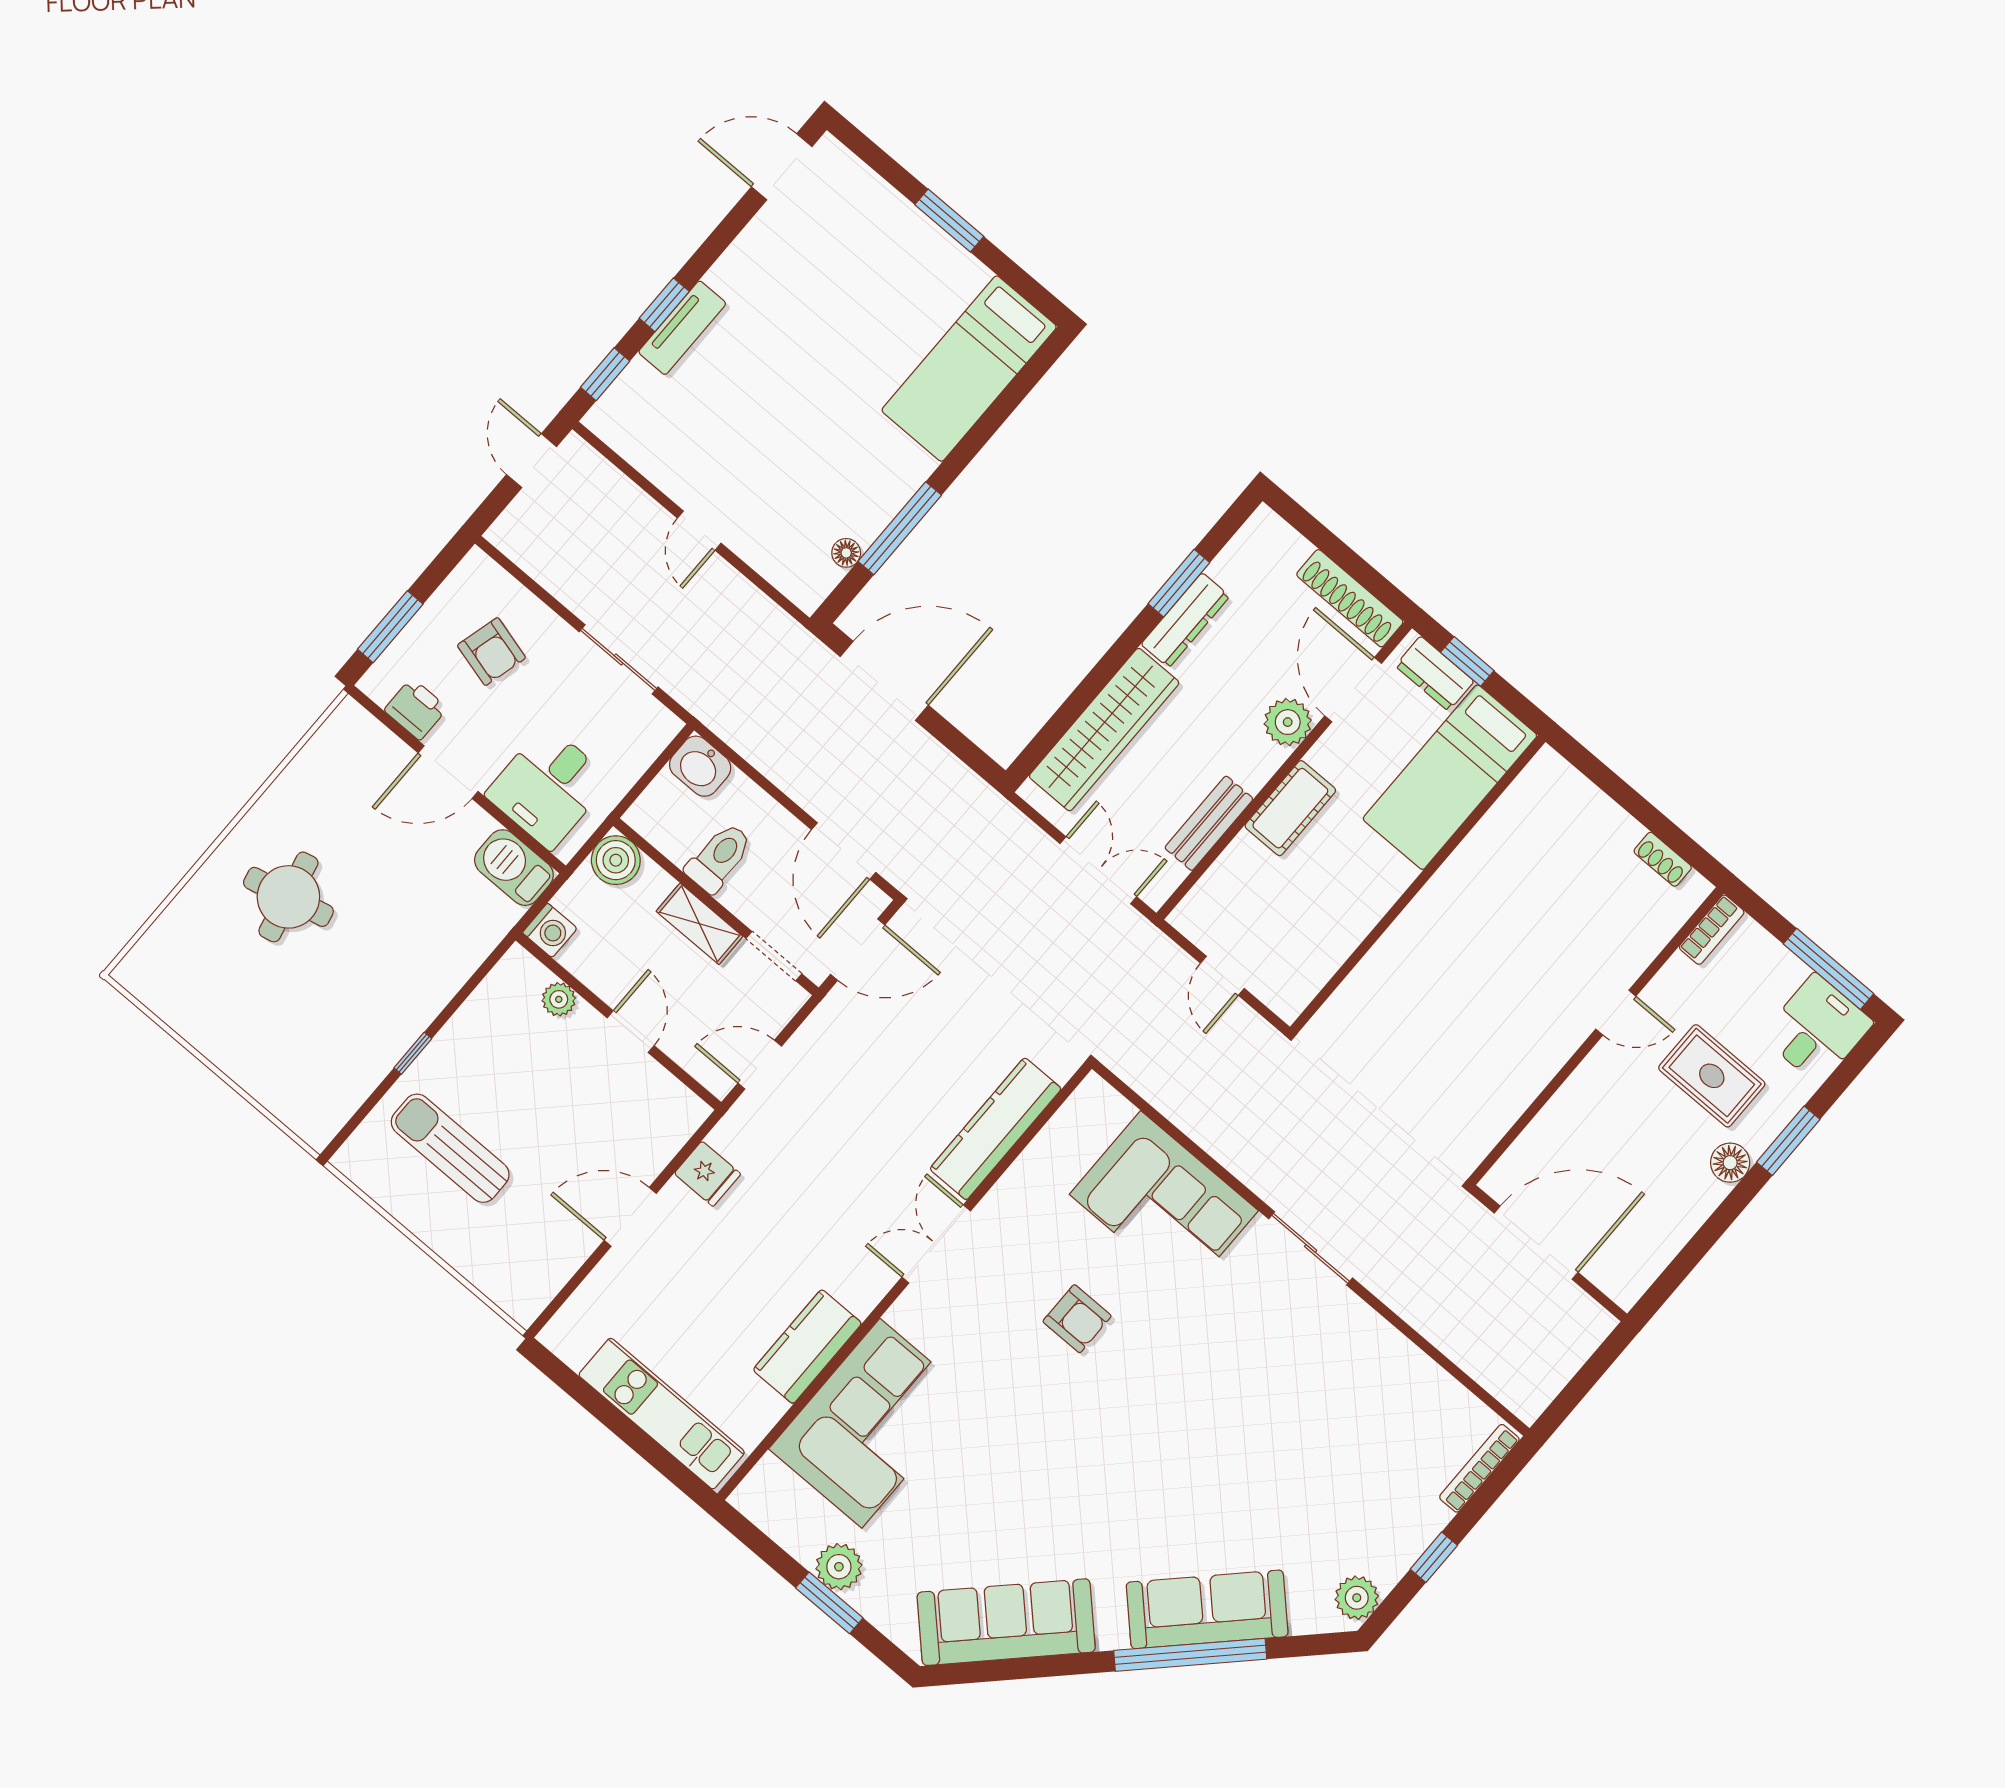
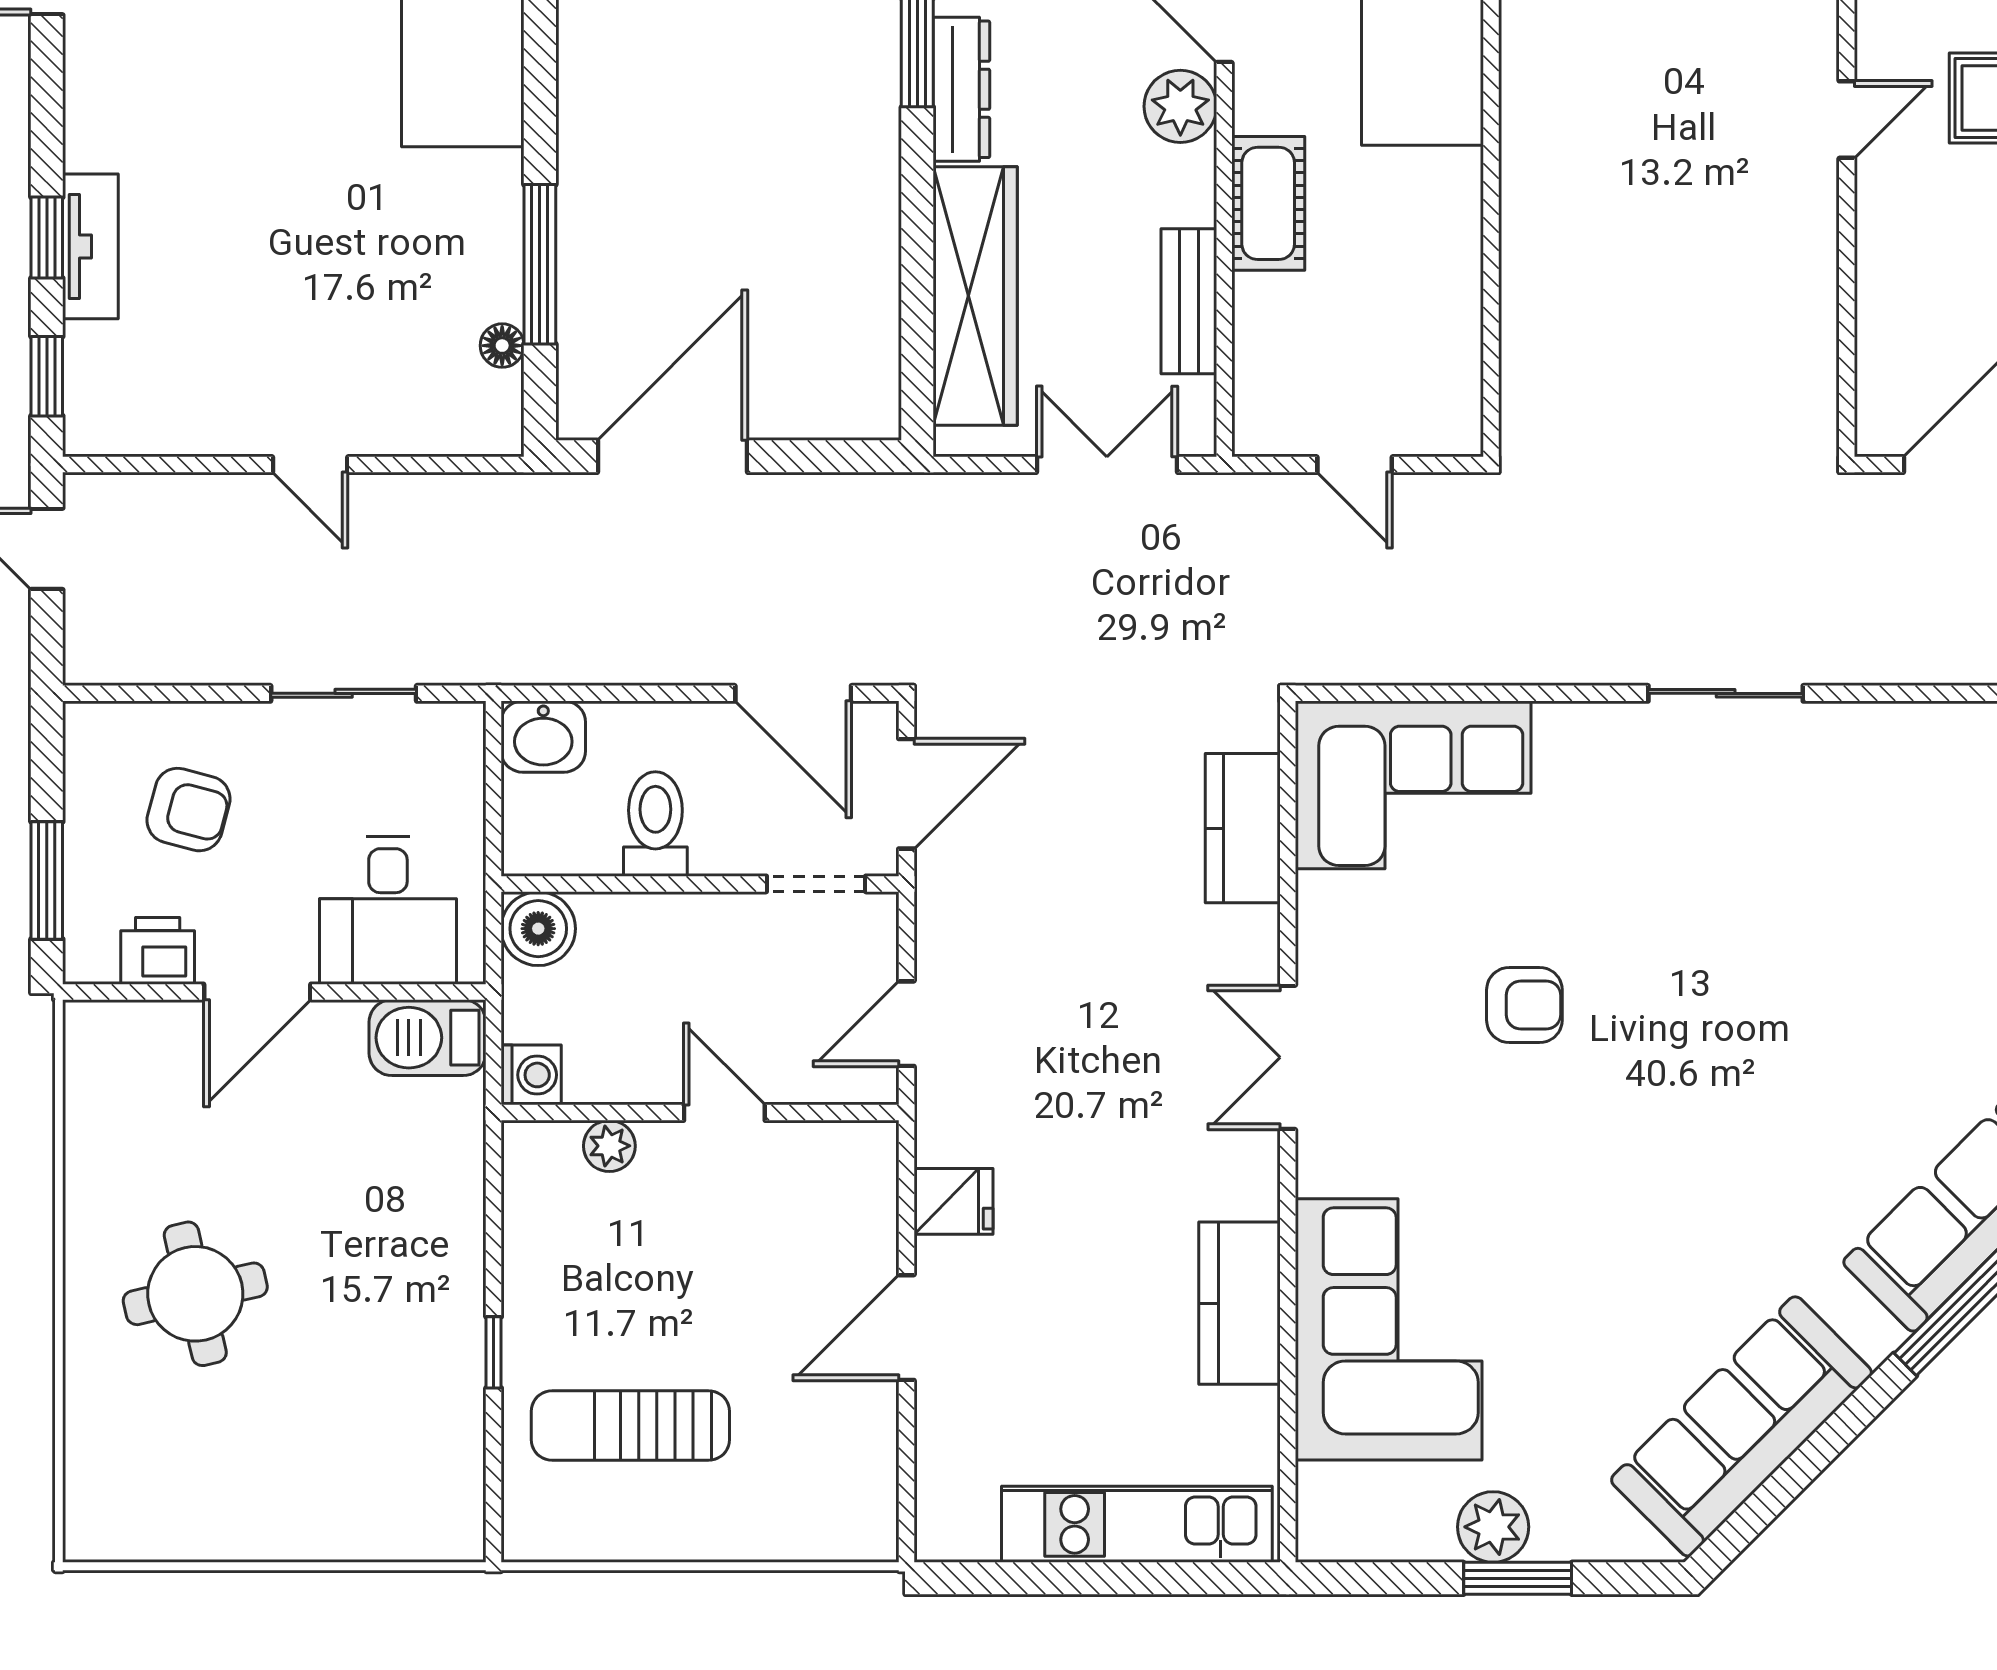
shelving: (699, 924) -> (698, 920), removed
kitchen counter: (995, 1129) -> (1243, 828), width x0.67
corner sofa: (1164, 1203) -> (1413, 785), moved

